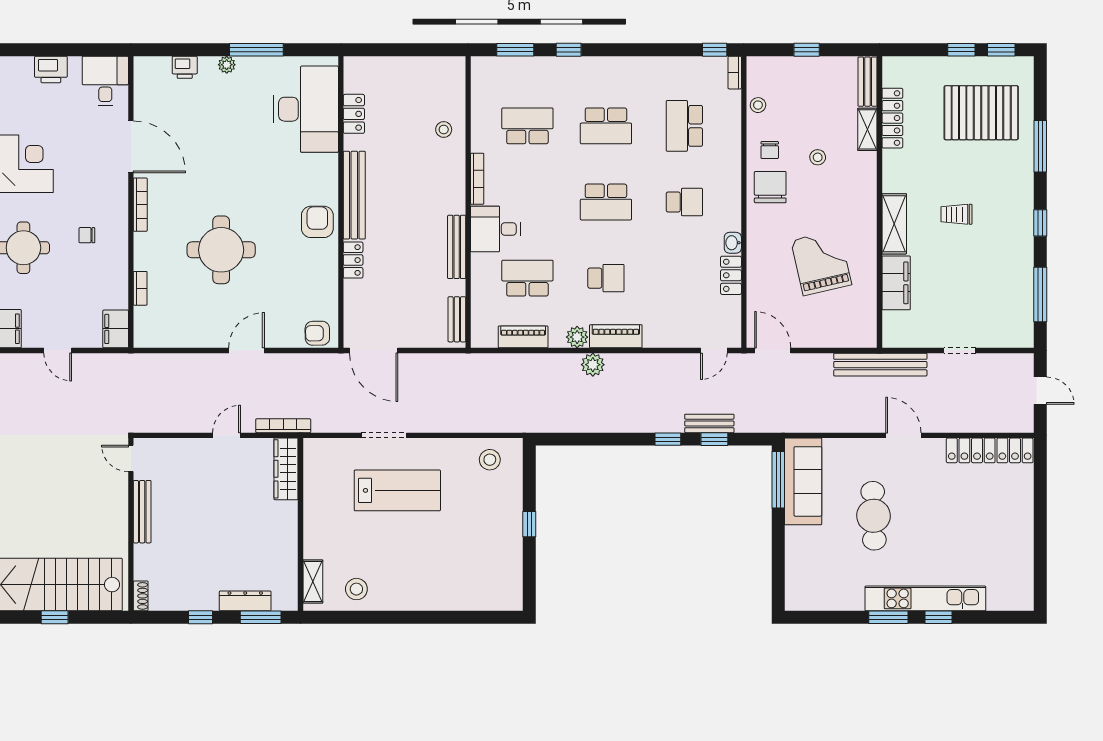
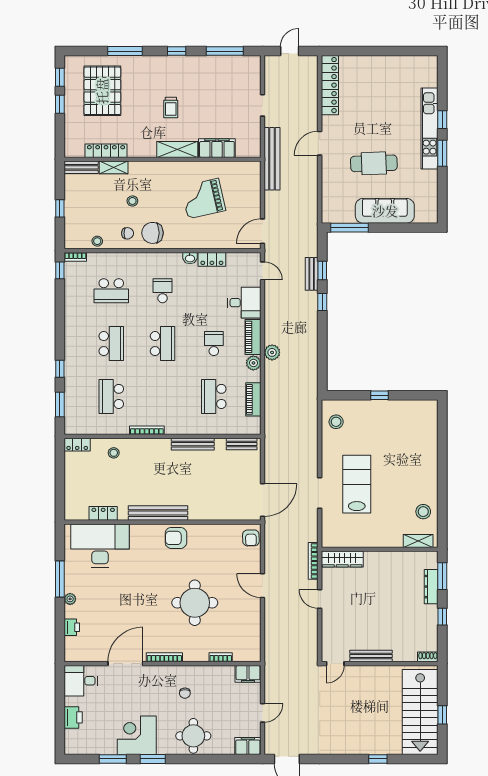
desk: (495, 229) -> (244, 303), moved, turned -90
locker: (353, 260) -> (77, 445), moved, turned 180
sofa: (803, 481) -> (385, 211), moved

